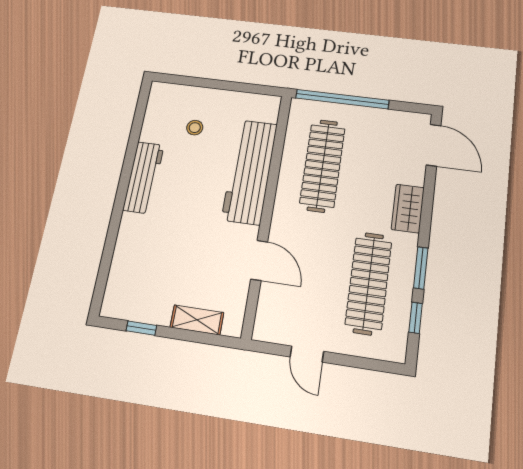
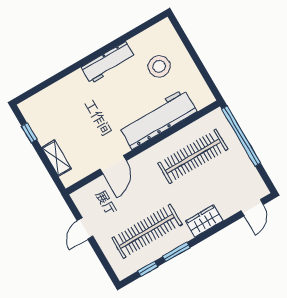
stool: (195, 128) -> (159, 66), width x1.89, depth x1.89
door: (433, 145) -> (252, 208), width x0.73

